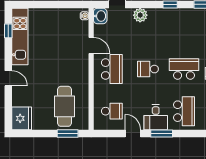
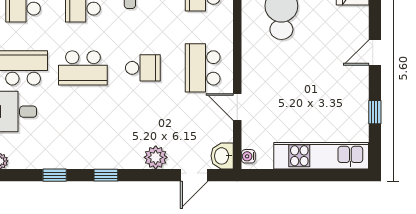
window: (8, 31) -> (375, 112), moved
kitchen unit: (20, 37) -> (321, 156), moved, turned 90
door: (8, 78) -> (375, 53), hinge flipped

